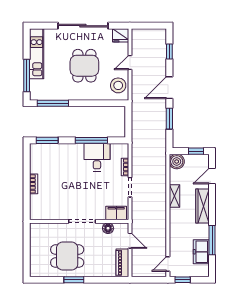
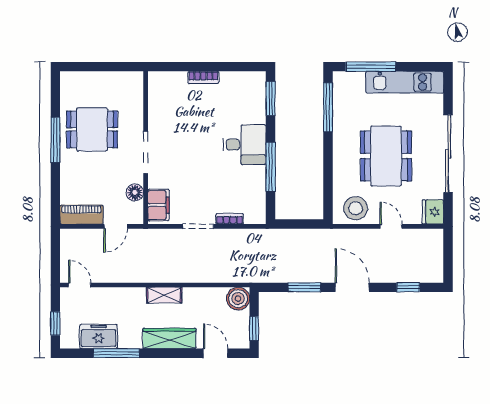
dining table: (84, 66) -> (386, 156), width x1.37
desk: (97, 157) -> (245, 145), moved
shelving: (174, 196) -> (164, 295), moved
dining table: (67, 256) -> (92, 129), turned 90
window: (74, 280) -> (55, 140), width x1.44
window: (183, 280) -> (55, 324), moved

